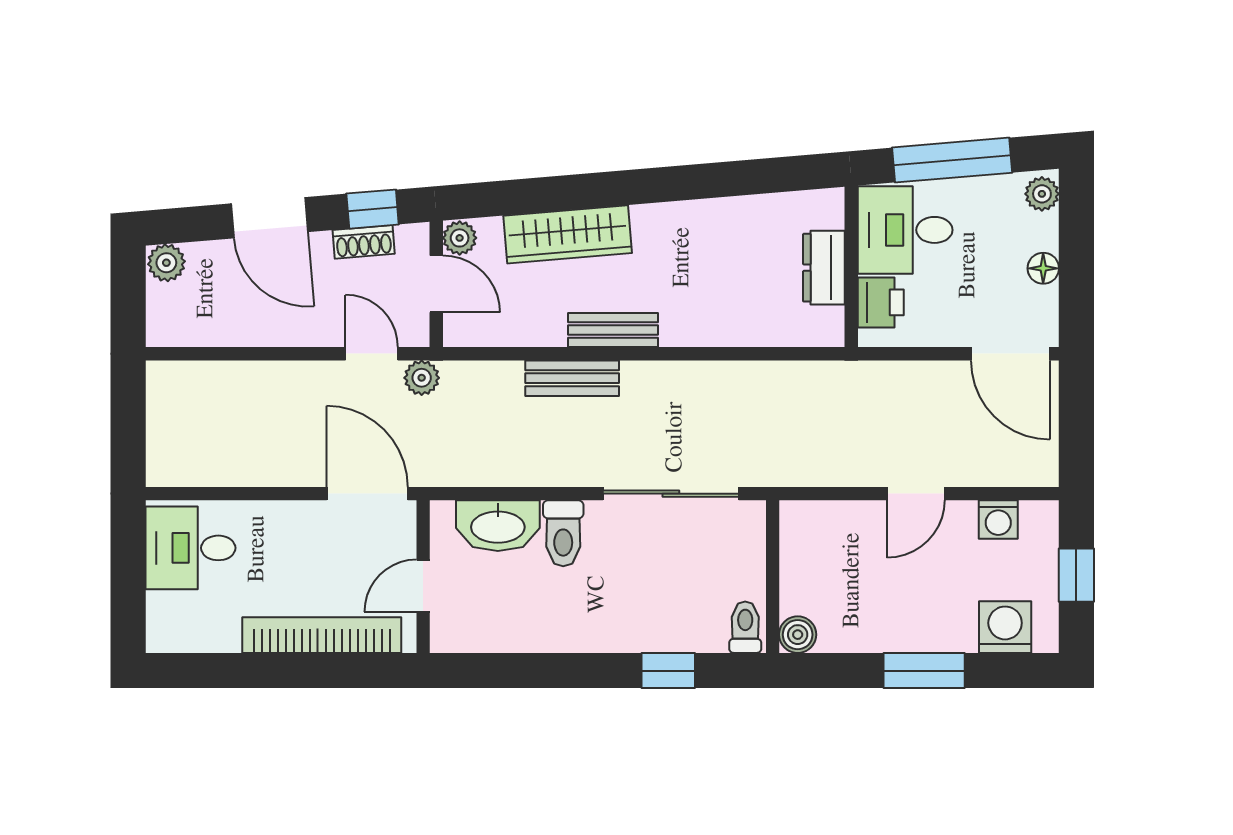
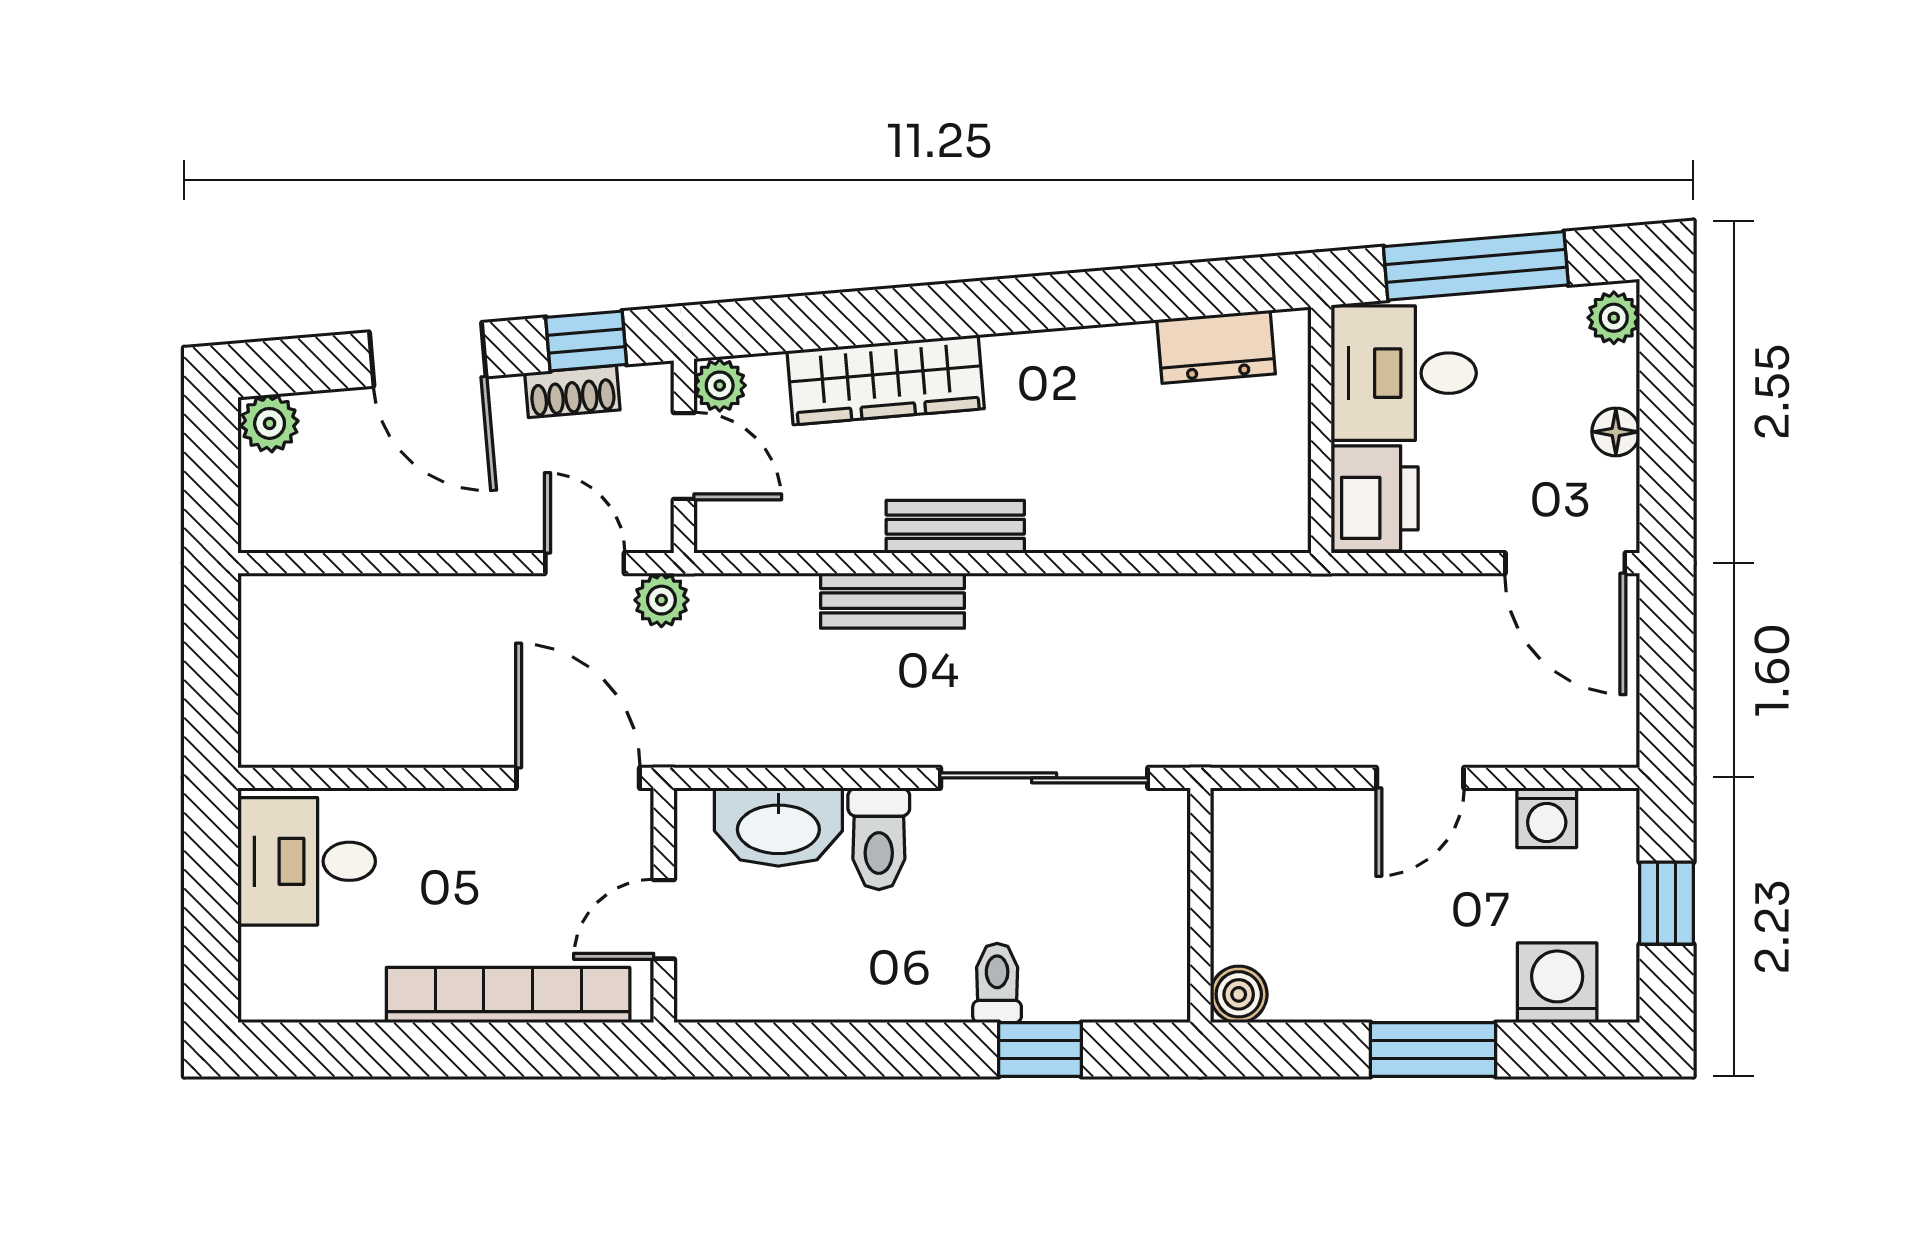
dresser: (824, 268) -> (1216, 347), moved, turned -95
printer: (881, 302) -> (1375, 498), width x1.36, depth x1.24
toilet: (745, 627) -> (997, 983), moved

